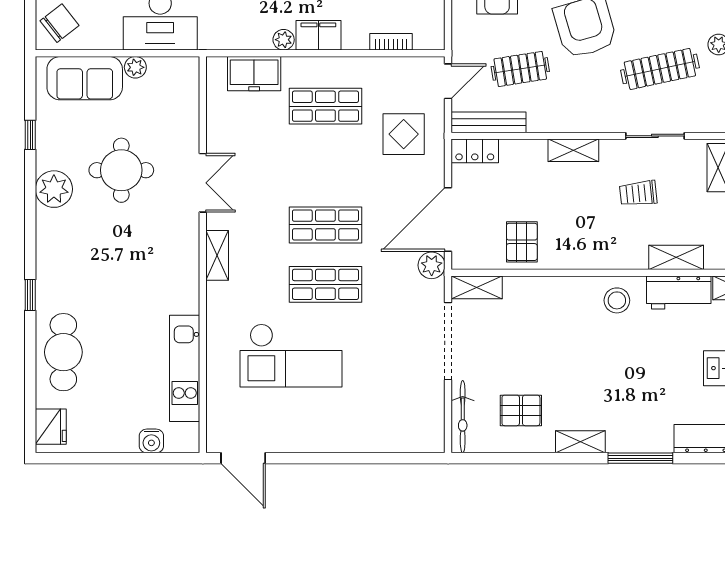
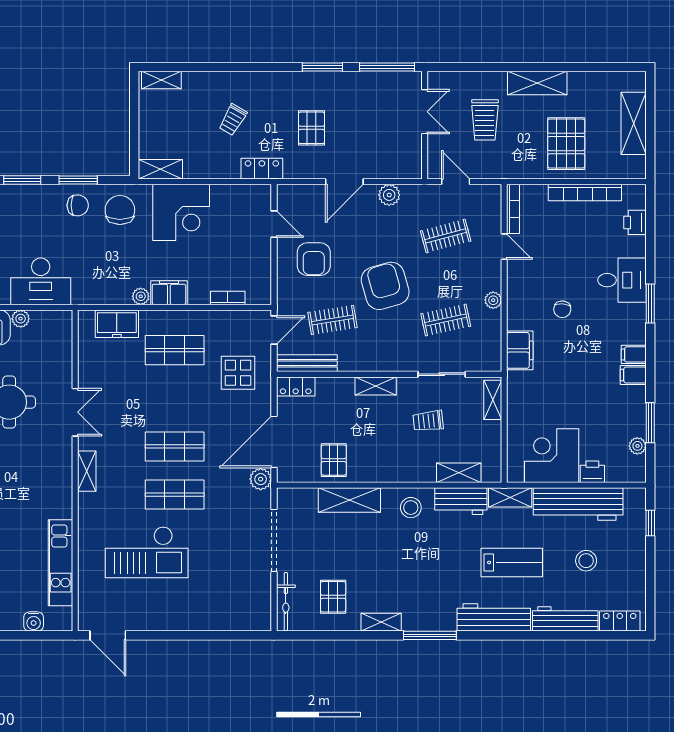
clothes rail: (660, 69) -> (446, 320), width x0.73
shelving: (477, 287) -> (349, 500), moved, width x1.50, depth x1.33
pallet: (521, 410) -> (333, 597), turned 90

